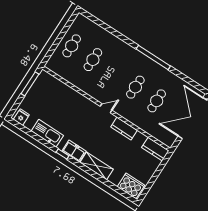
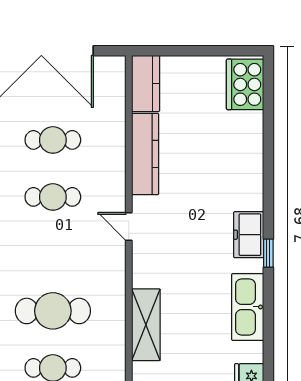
cafe table: (93, 60) -> (53, 311), width x1.37, depth x1.35
kitchen counter: (124, 129) -> (145, 154), width x1.50
shelving: (97, 166) -> (146, 325), moved

